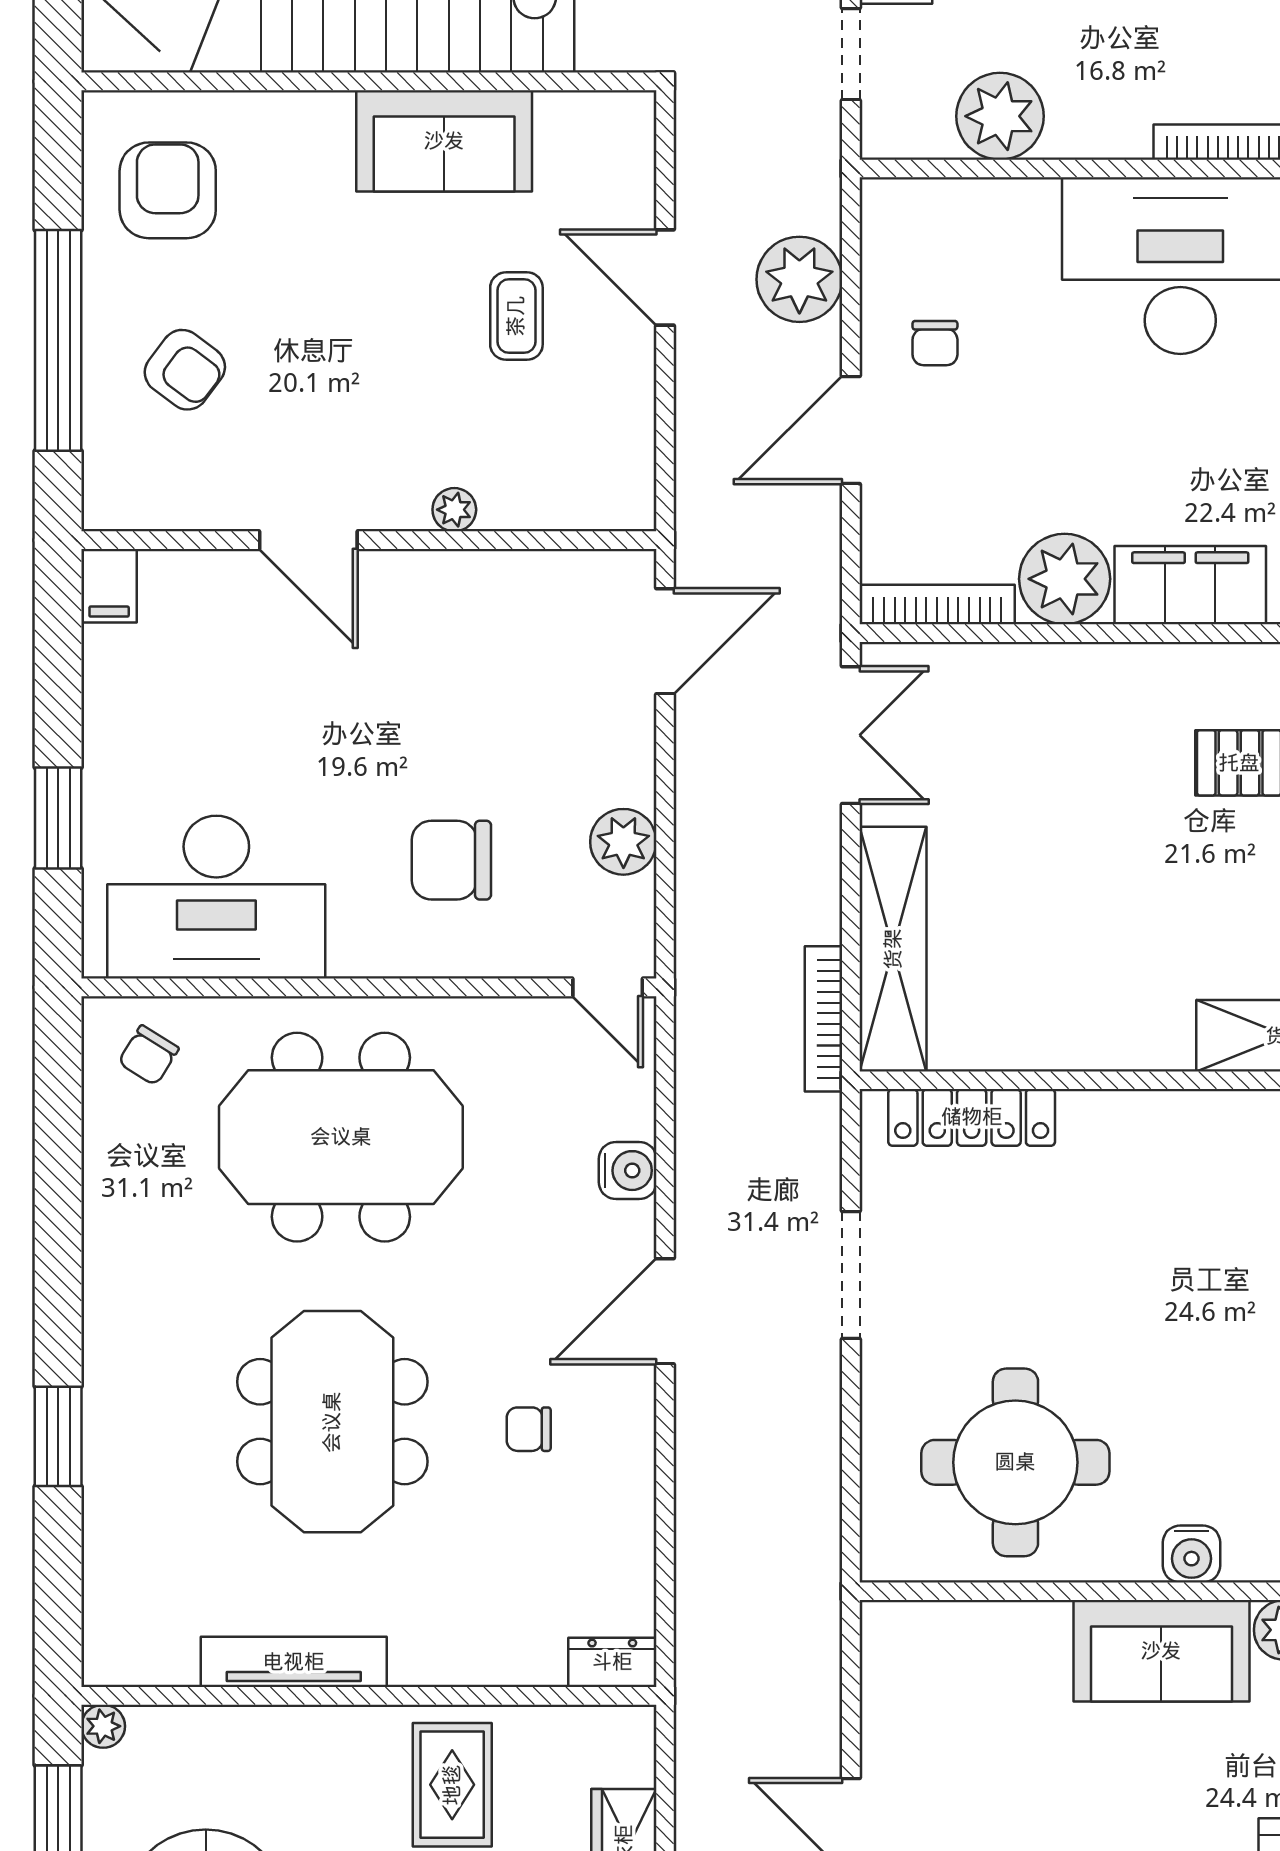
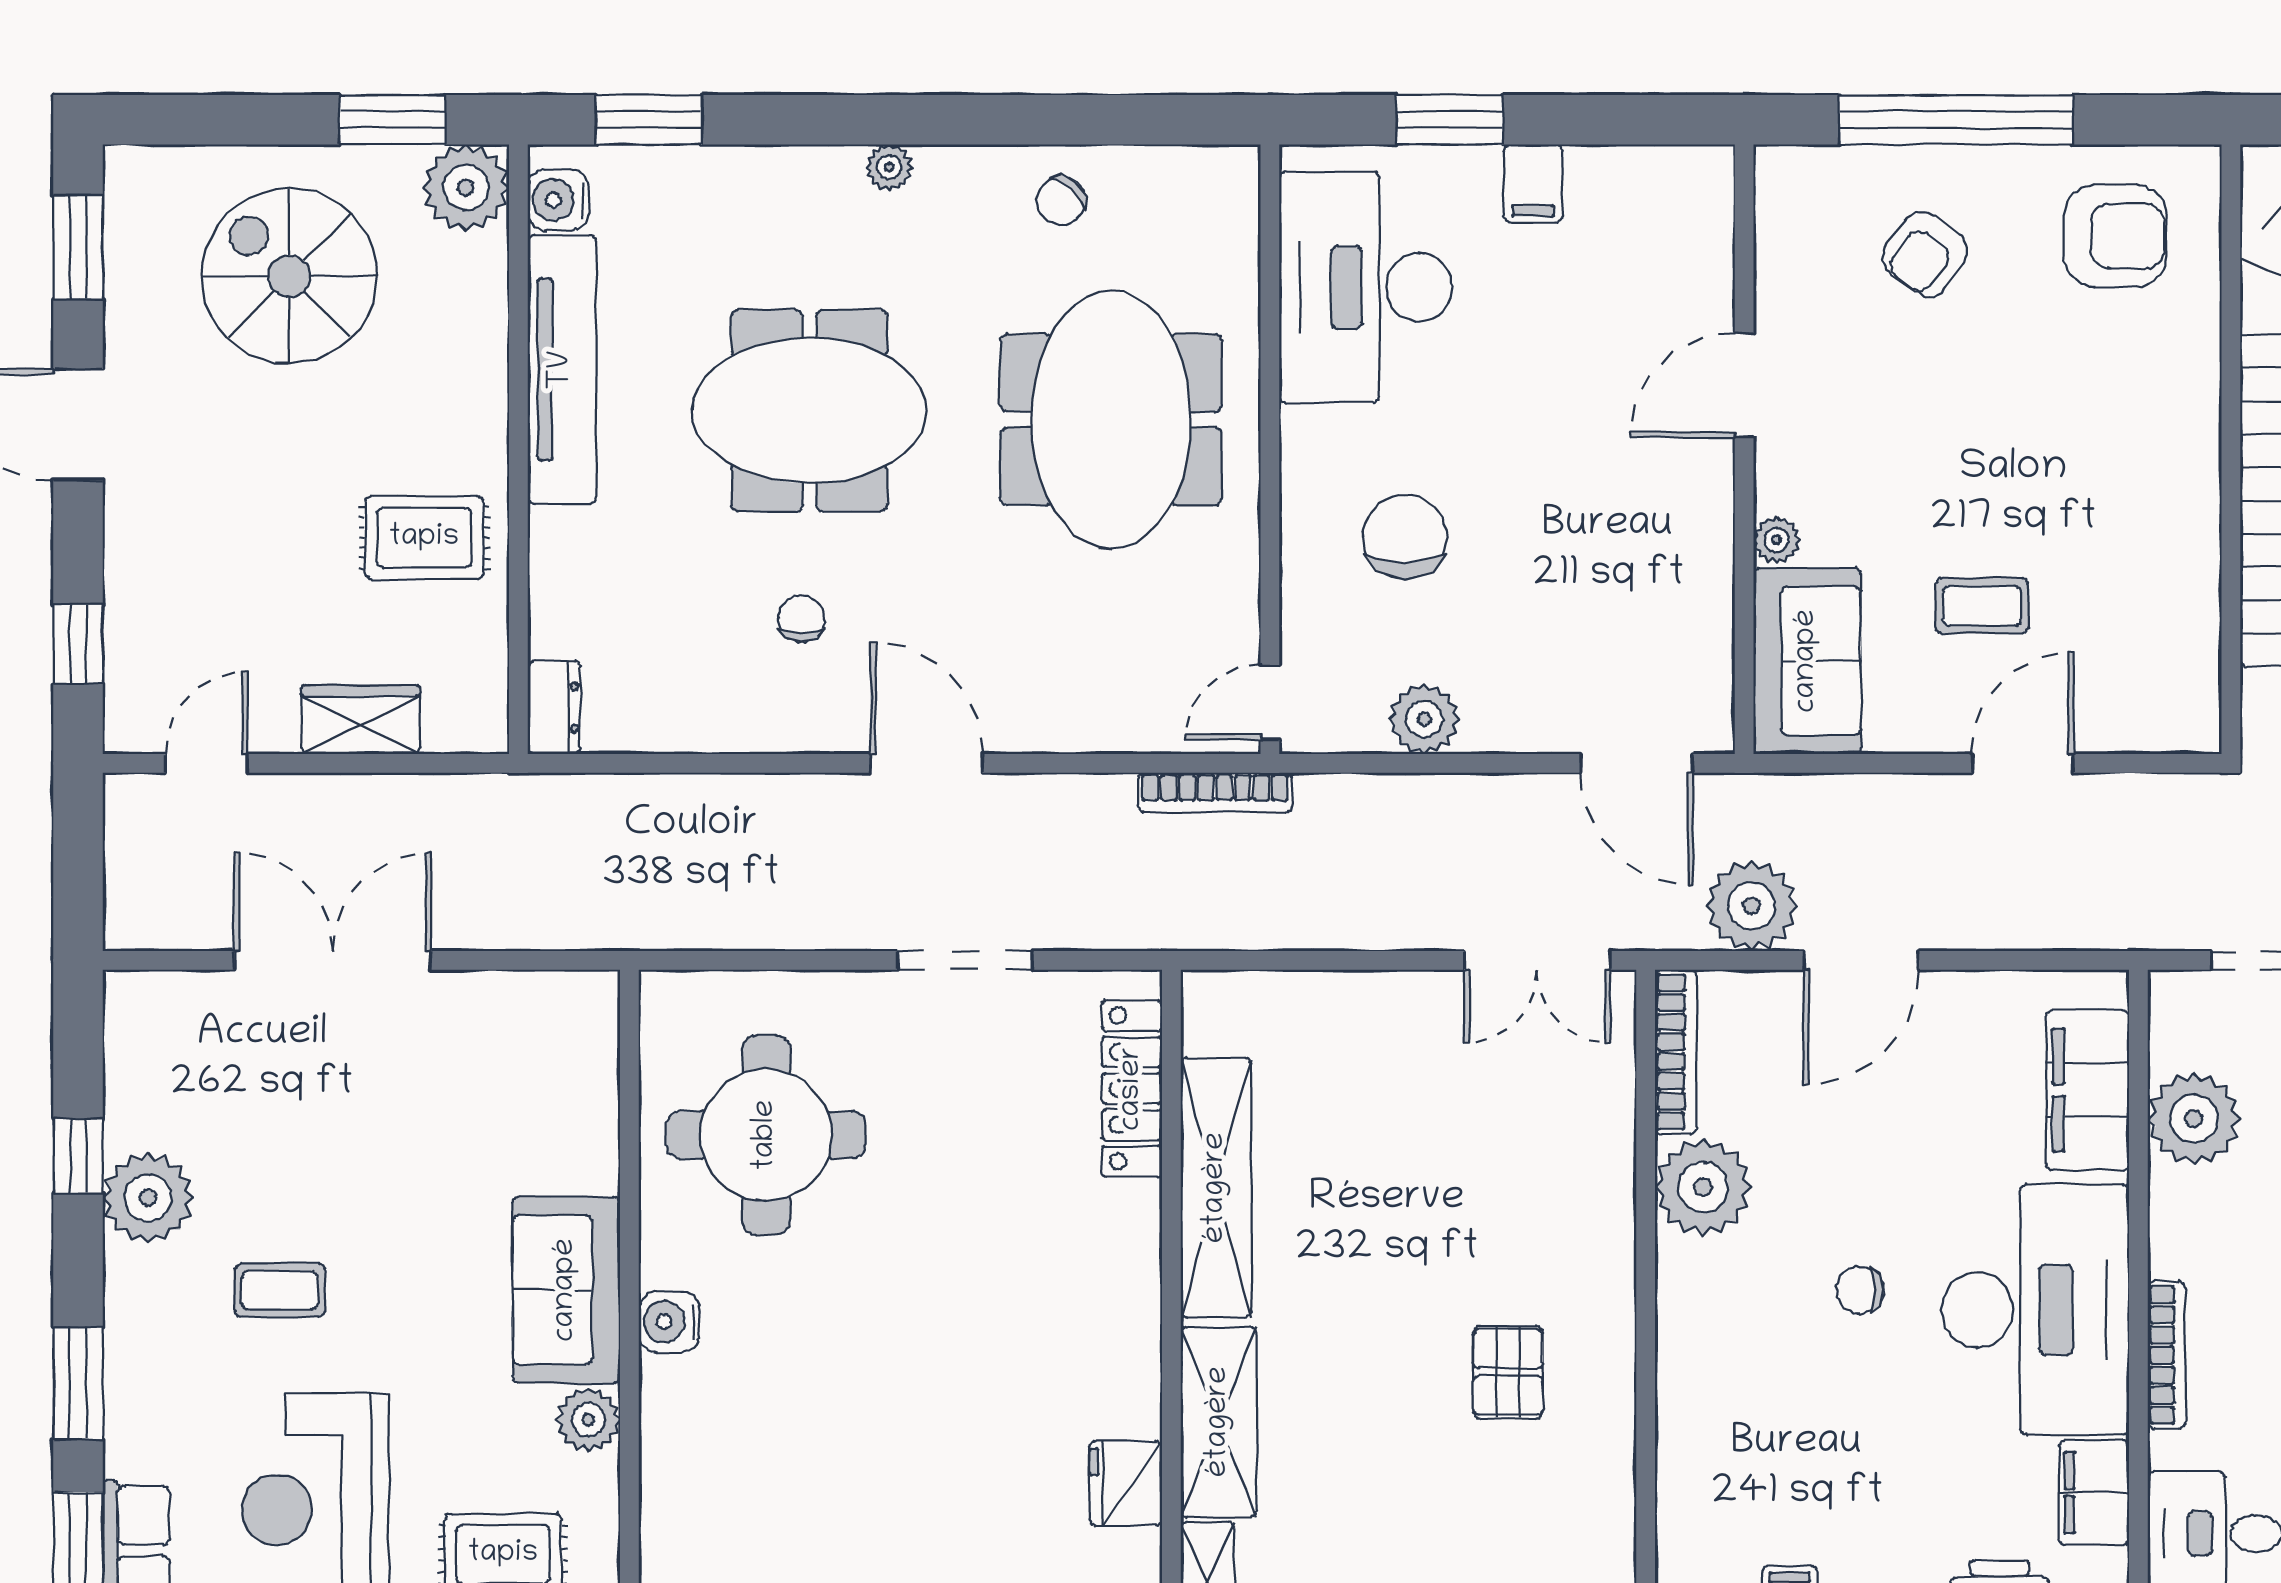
sofa: (444, 141) -> (1807, 661), moved, turned 180
plant: (799, 279) -> (1752, 906), moved
chair: (935, 343) -> (1860, 1290), moved
door: (851, 430) -> (1861, 960), swing flipped
filing cabinet: (1190, 585) -> (2088, 1090), moved, turned 180
filing cabinet: (109, 586) -> (1533, 183), moved, turned -90
shelving: (893, 949) -> (1216, 1188), moved, turned 90
bookcase: (824, 1019) -> (1215, 792), moved, turned 180
chair: (148, 1055) -> (1061, 201), moved, turned -82
water cooler: (628, 1171) -> (558, 200), moved, turned 90
plant: (103, 1346) -> (889, 167), added
window: (58, 1436) -> (649, 120), moved
tv unit: (294, 1662) -> (562, 370), width x1.36, depth x1.29
plant: (103, 1726) -> (466, 188), width x1.88, depth x1.88

